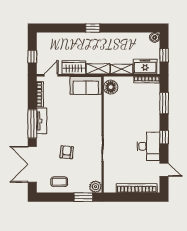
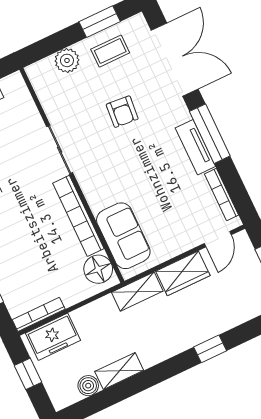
window: (93, 28) -> (210, 349), moved
boiler: (155, 37) -> (88, 386), moved
shelving: (122, 69) -> (119, 371), moved
sofa: (86, 85) -> (123, 236), moved, turned 90
bookcase: (108, 115) -> (78, 216), added
plant: (95, 187) -> (67, 60), moved
window: (83, 197) -> (100, 22), moved

